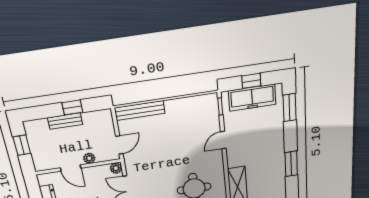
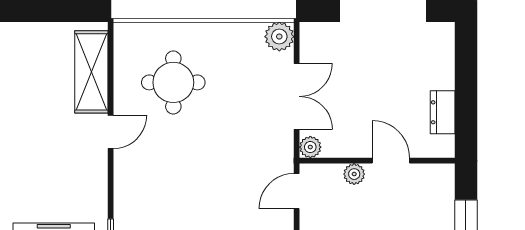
door: (223, 140) -> (111, 132), moved

